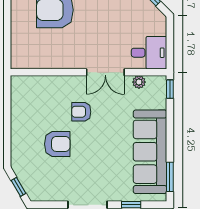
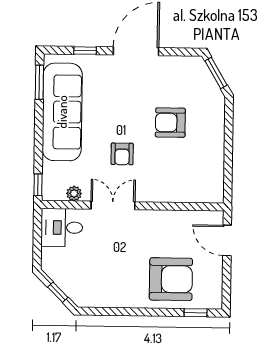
door: (7, 44) -> (227, 240), added
armchair: (81, 112) -> (122, 154), moved, turned 90
window: (19, 187) -> (216, 73), width x1.50

